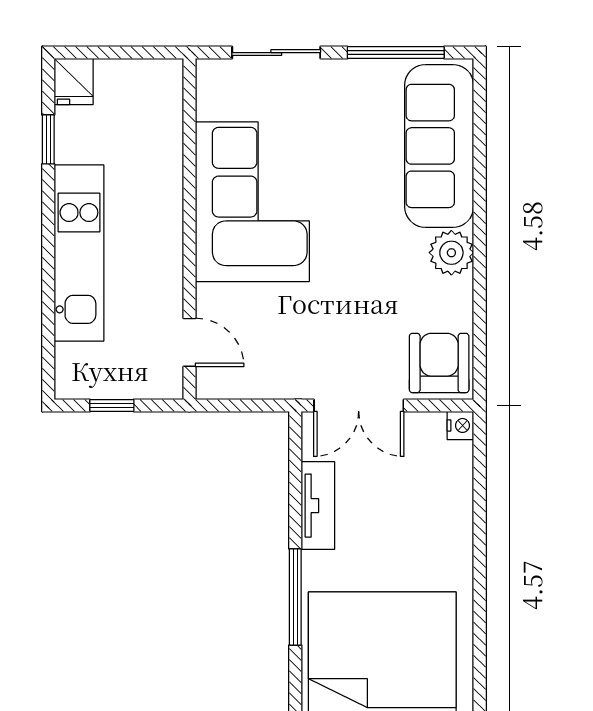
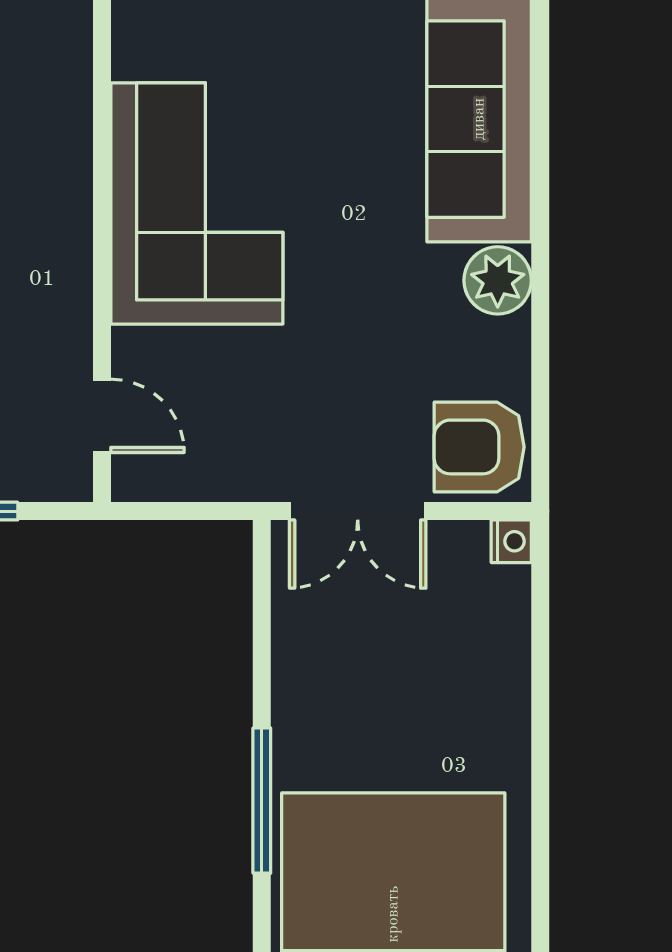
armchair: (439, 363) -> (479, 447), turned -90
tv unit: (318, 506) -> (296, 662), removed

